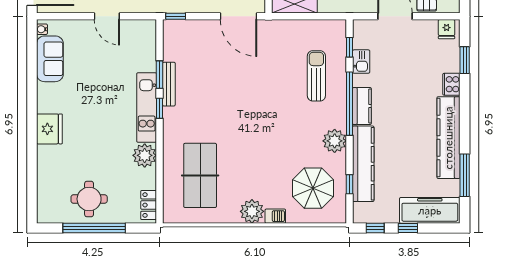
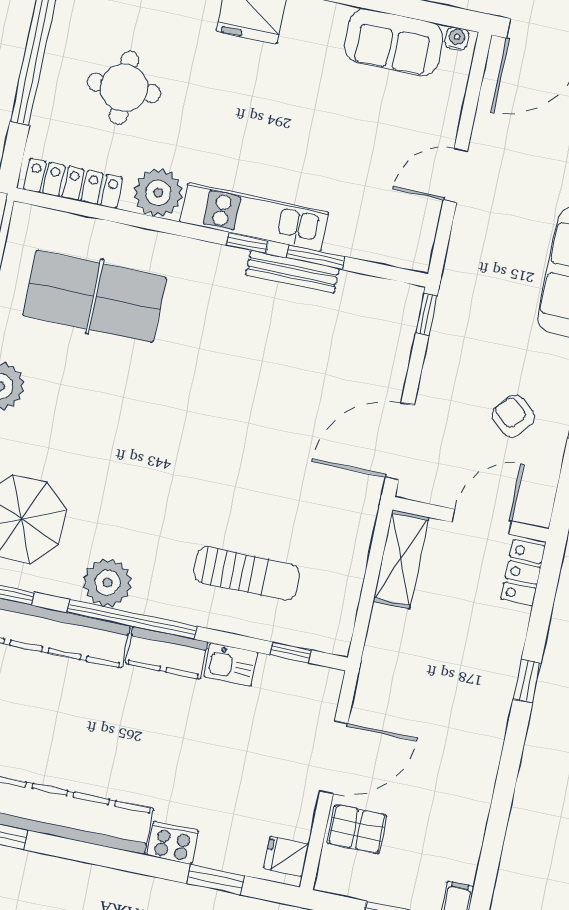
kitchen sink: (361, 62) -> (231, 664), moved
window: (349, 104) -> (132, 619), moved
round table: (89, 199) -> (124, 88), moved
locker: (149, 205) -> (73, 183), width x1.53

